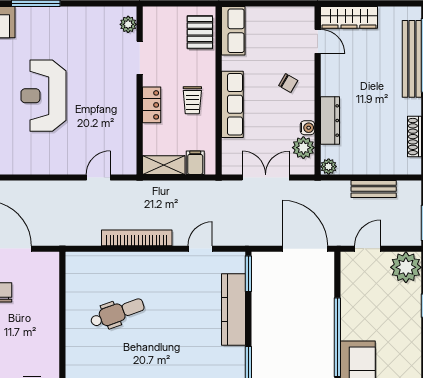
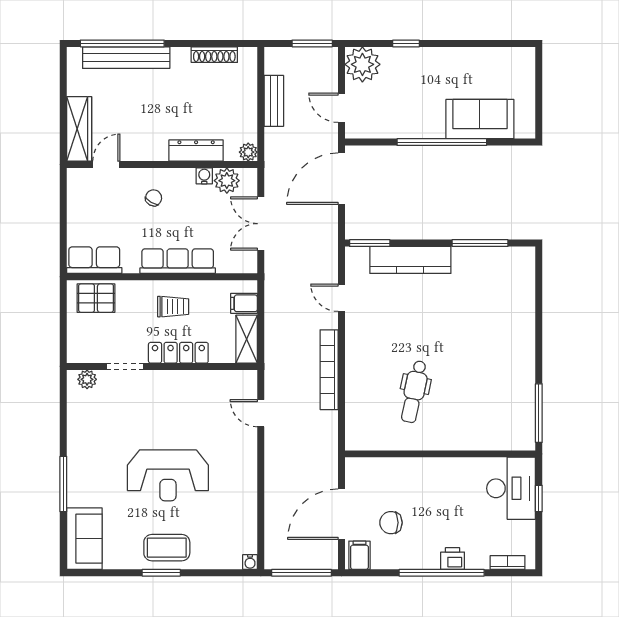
locker: (152, 105) -> (178, 353), width x1.53
dental chair: (117, 313) -> (414, 392), turned -148

